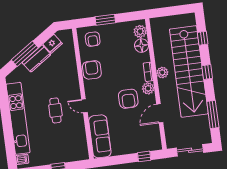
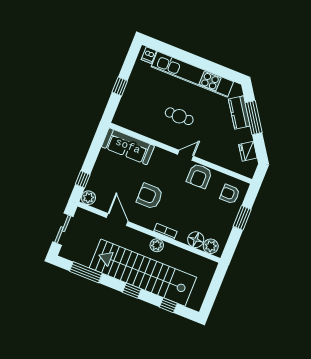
kitchen counter: (36, 58) -> (239, 113), moved
armchair: (92, 70) -> (199, 176), turned 90
plant: (148, 88) -> (88, 198), moved
door: (84, 106) -> (186, 155), moved

